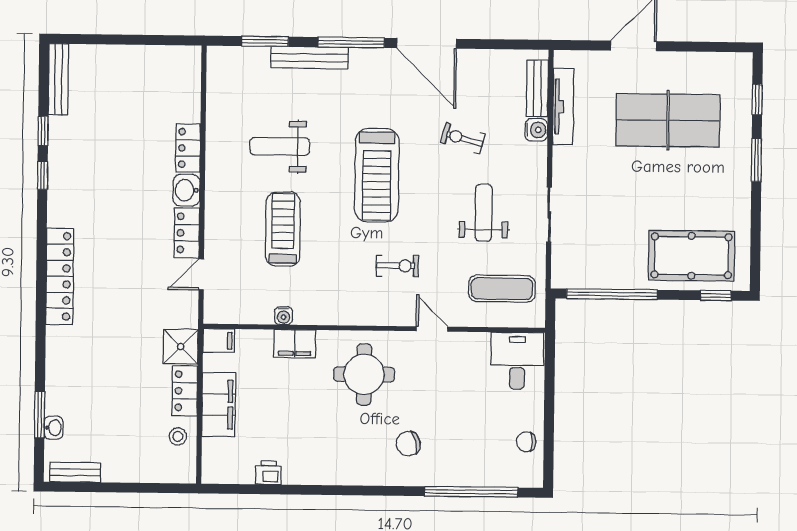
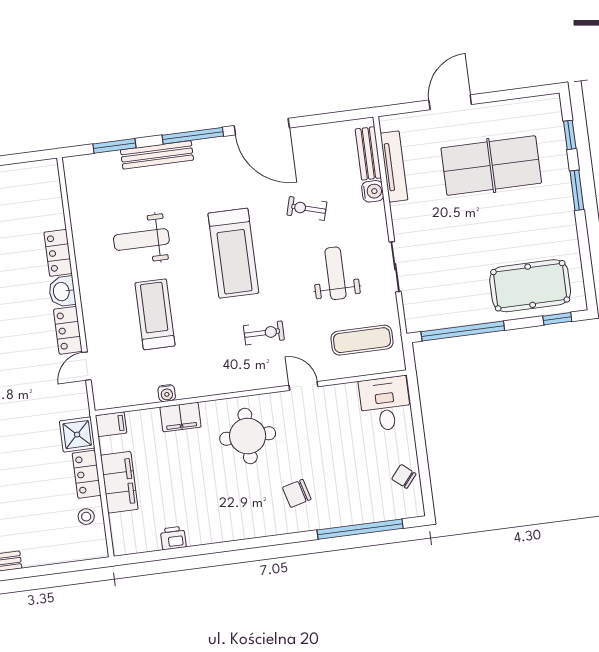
chair: (526, 442) -> (404, 476), turned 40

